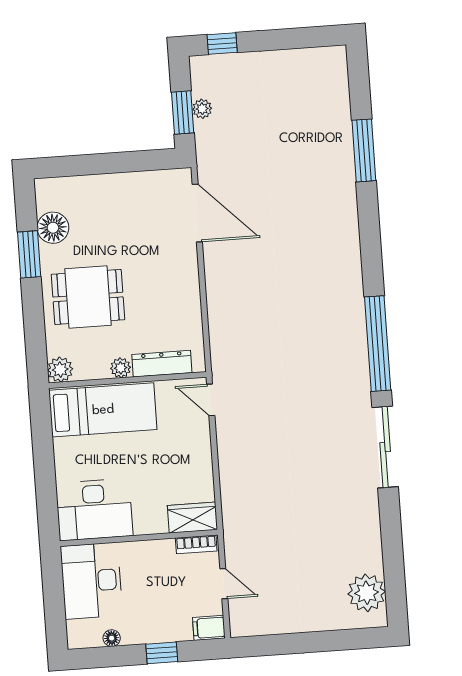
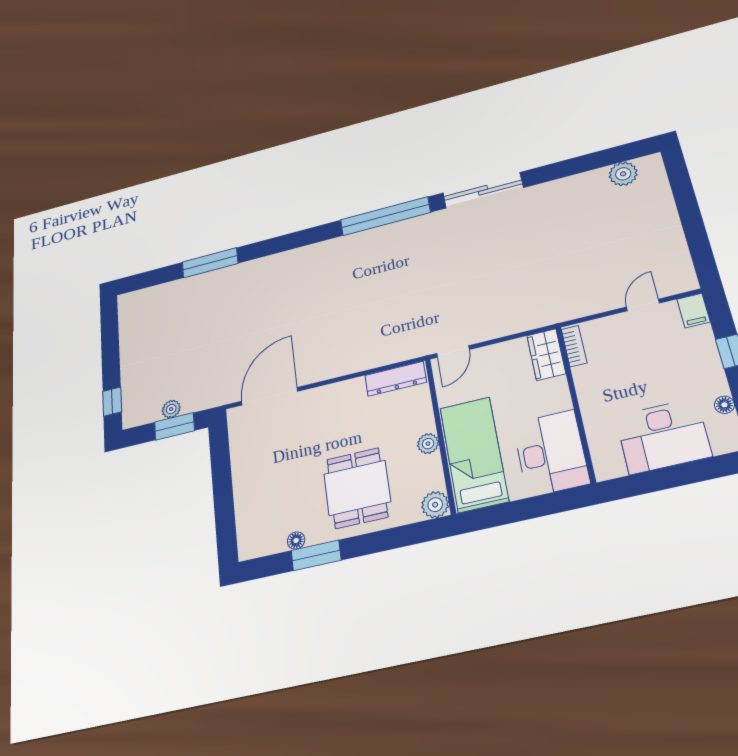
floor lamp: (53, 228) -> (296, 540), width x0.53, depth x0.53
dresser: (162, 364) -> (396, 379), moved, turned -90
desk: (94, 510) -> (551, 453), moved
wardrobe: (192, 518) -> (546, 355), moved
wall: (139, 538) -> (575, 403), moved
bookcase: (196, 544) -> (574, 346), moved
plant: (367, 593) -> (623, 174), width x0.73, depth x0.73

